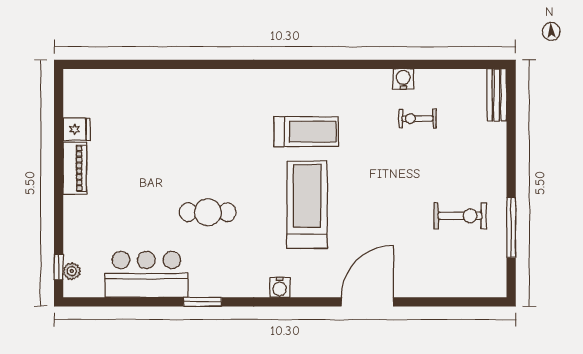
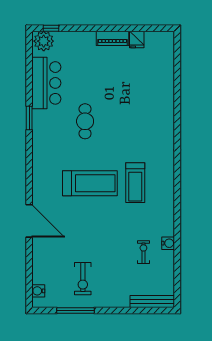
bench: (497, 95) -> (152, 302), width x1.36
plant: (72, 271) -> (44, 41), width x1.88, depth x1.88
water cooler: (280, 287) -> (38, 291), moved

